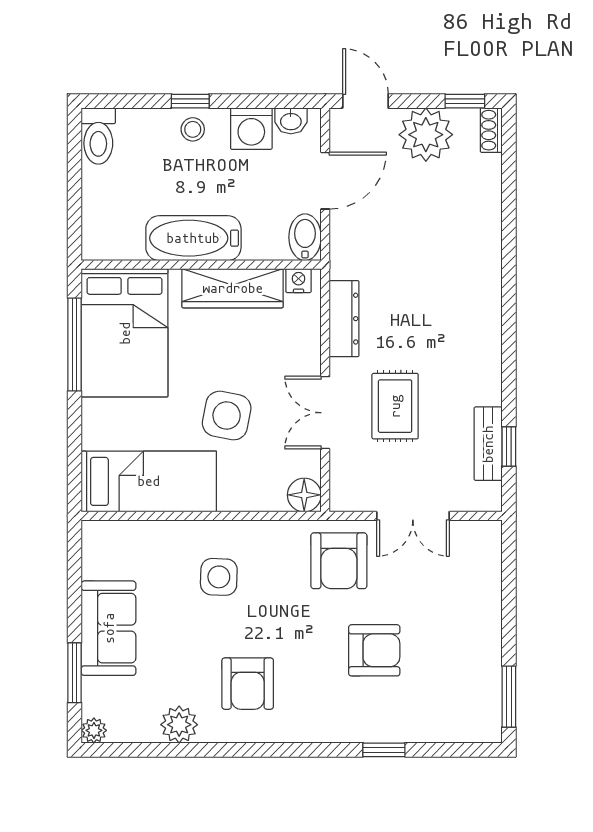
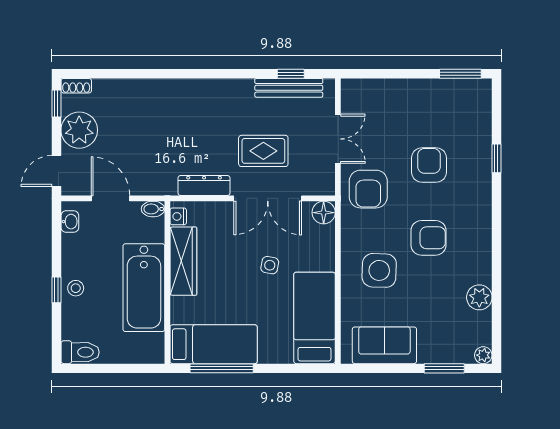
washing machine: (251, 129) -> (75, 248), removed
bidet: (305, 237) -> (153, 209), width x0.72, depth x0.74
bathtub: (193, 238) -> (144, 288), width x1.36, depth x1.36
bed: (125, 333) -> (214, 344), width x0.67
double door: (325, 413) -> (268, 198), width x1.37
side table: (227, 416) -> (270, 265), width x0.54, depth x0.54
bench: (488, 444) -> (289, 88), width x1.36
armchair: (339, 561) -> (368, 189), turned 90
side table: (219, 577) -> (379, 270), width x1.37, depth x1.37
sofa: (109, 628) -> (384, 345), moved
armchair: (248, 684) -> (429, 238), moved

